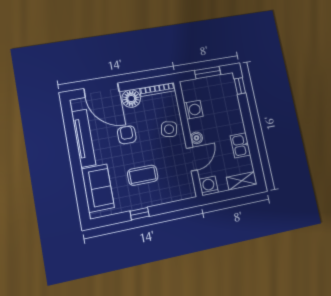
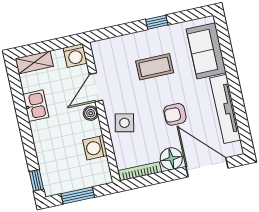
armchair: (127, 135) -> (175, 114), turned 90

